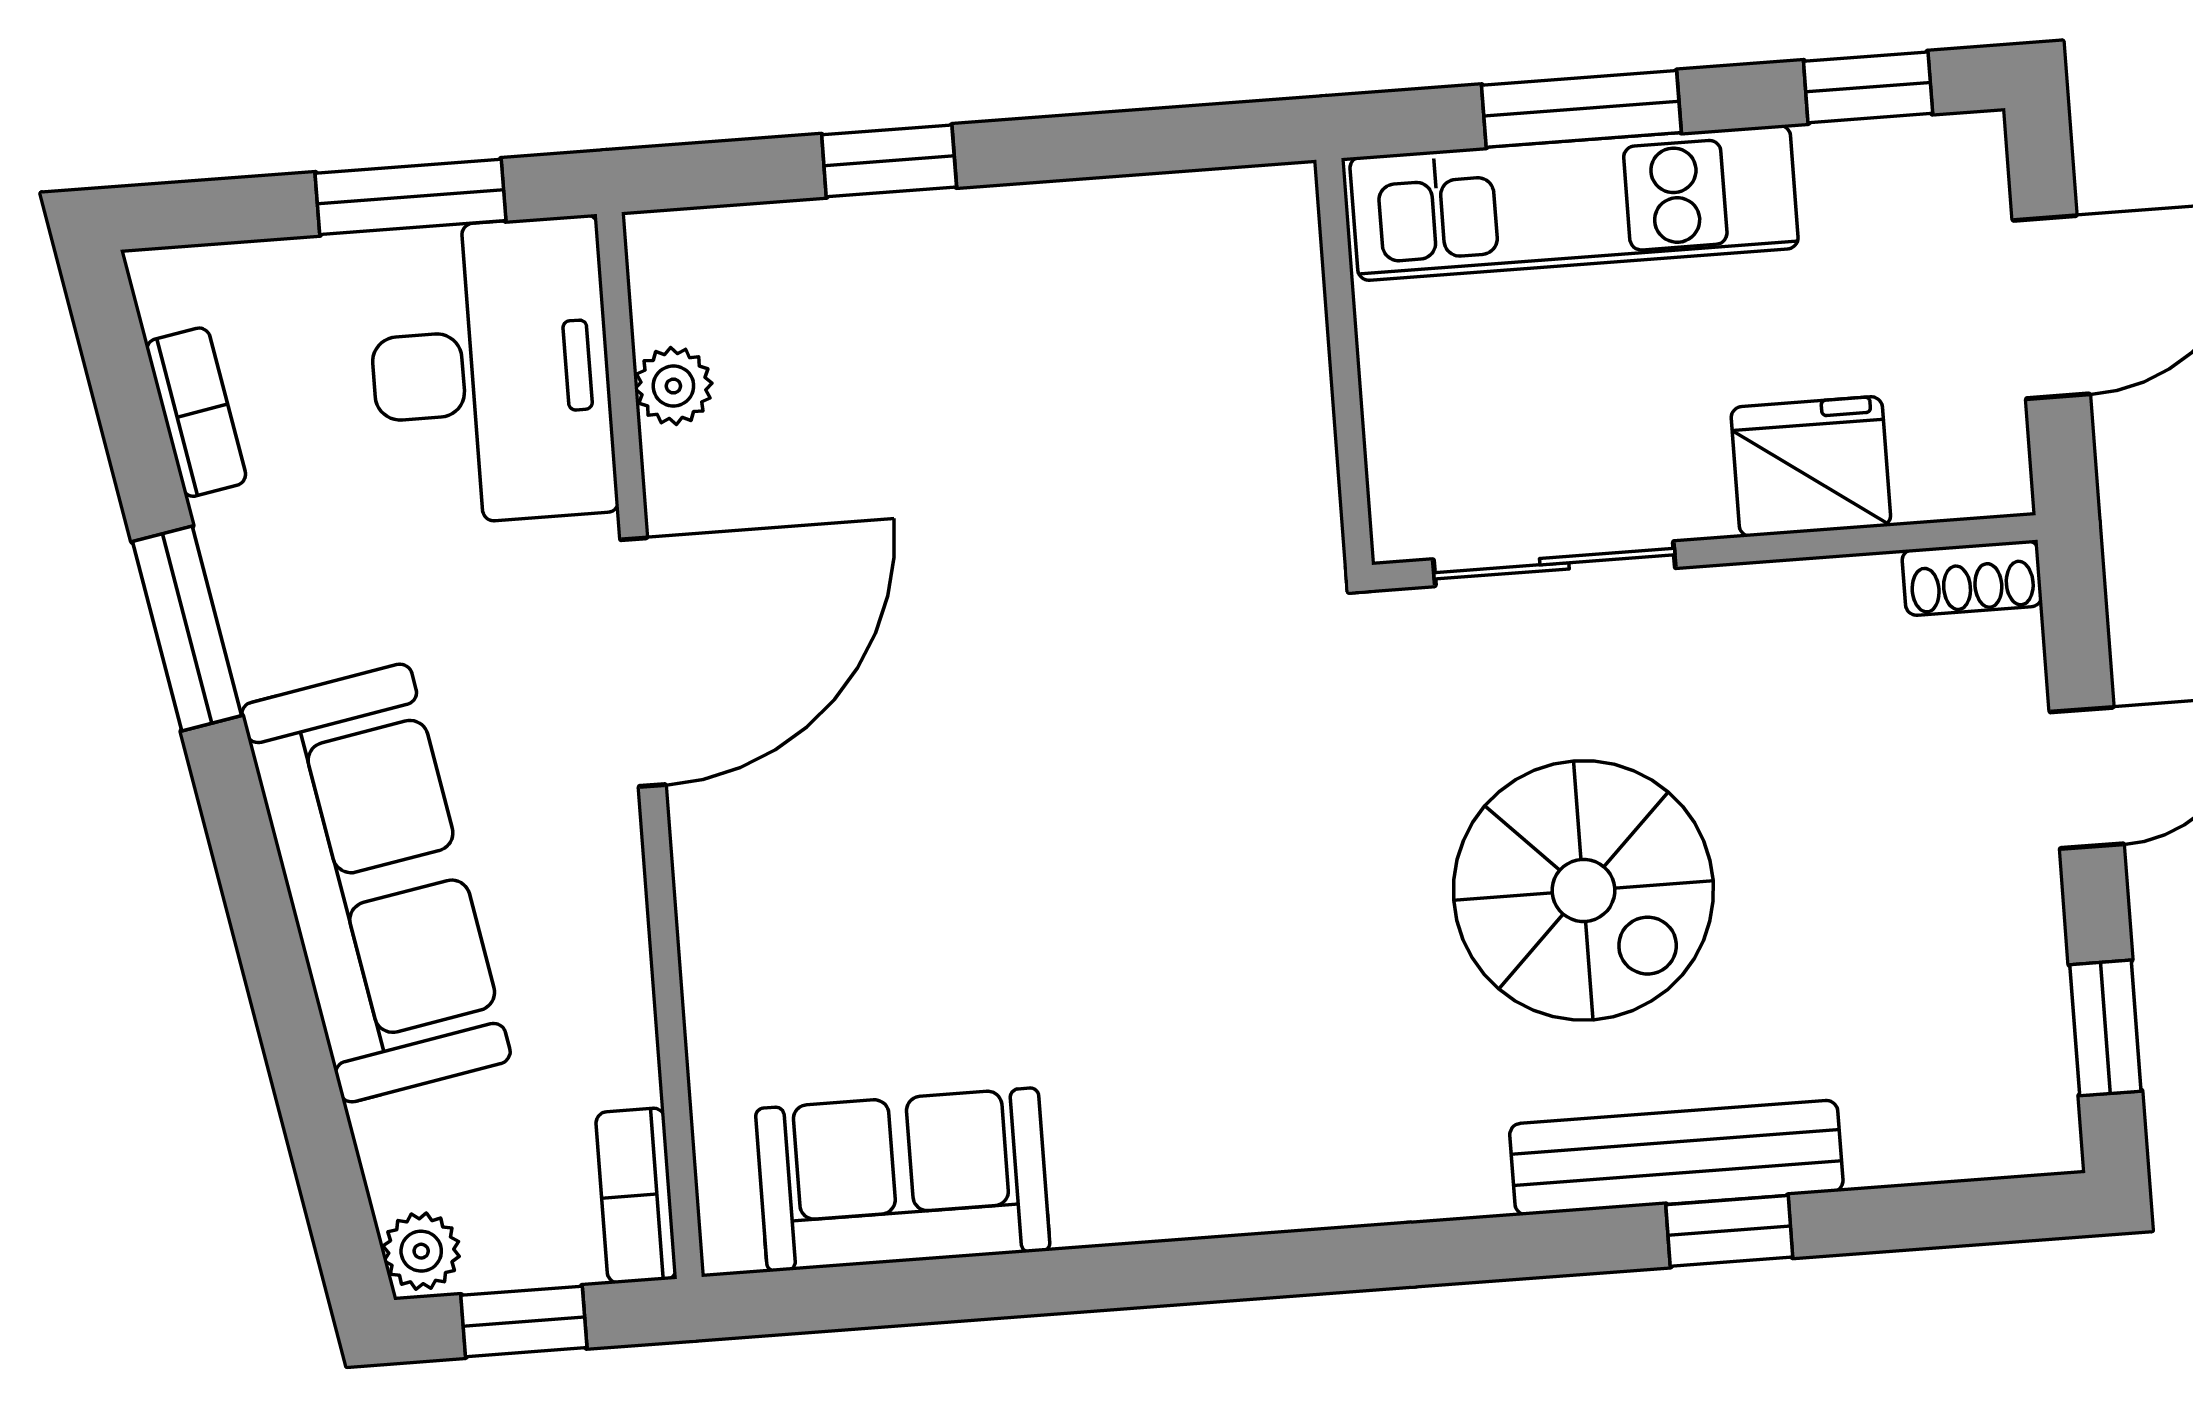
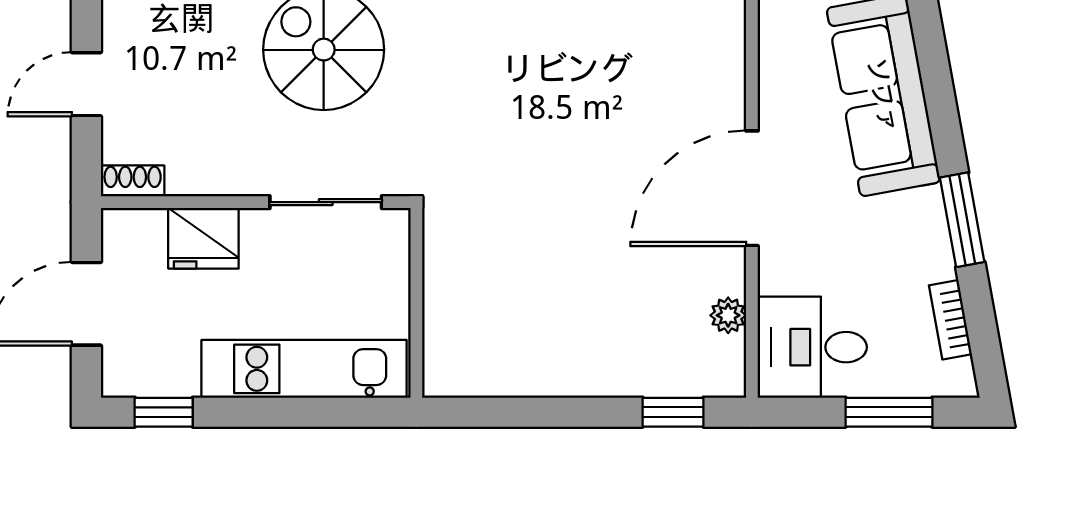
window: (1581, 109) -> (297, 412), removed
window: (889, 161) -> (673, 412), moved
window: (411, 197) -> (889, 412), moved
desk: (491, 372) -> (812, 347), width x0.73

